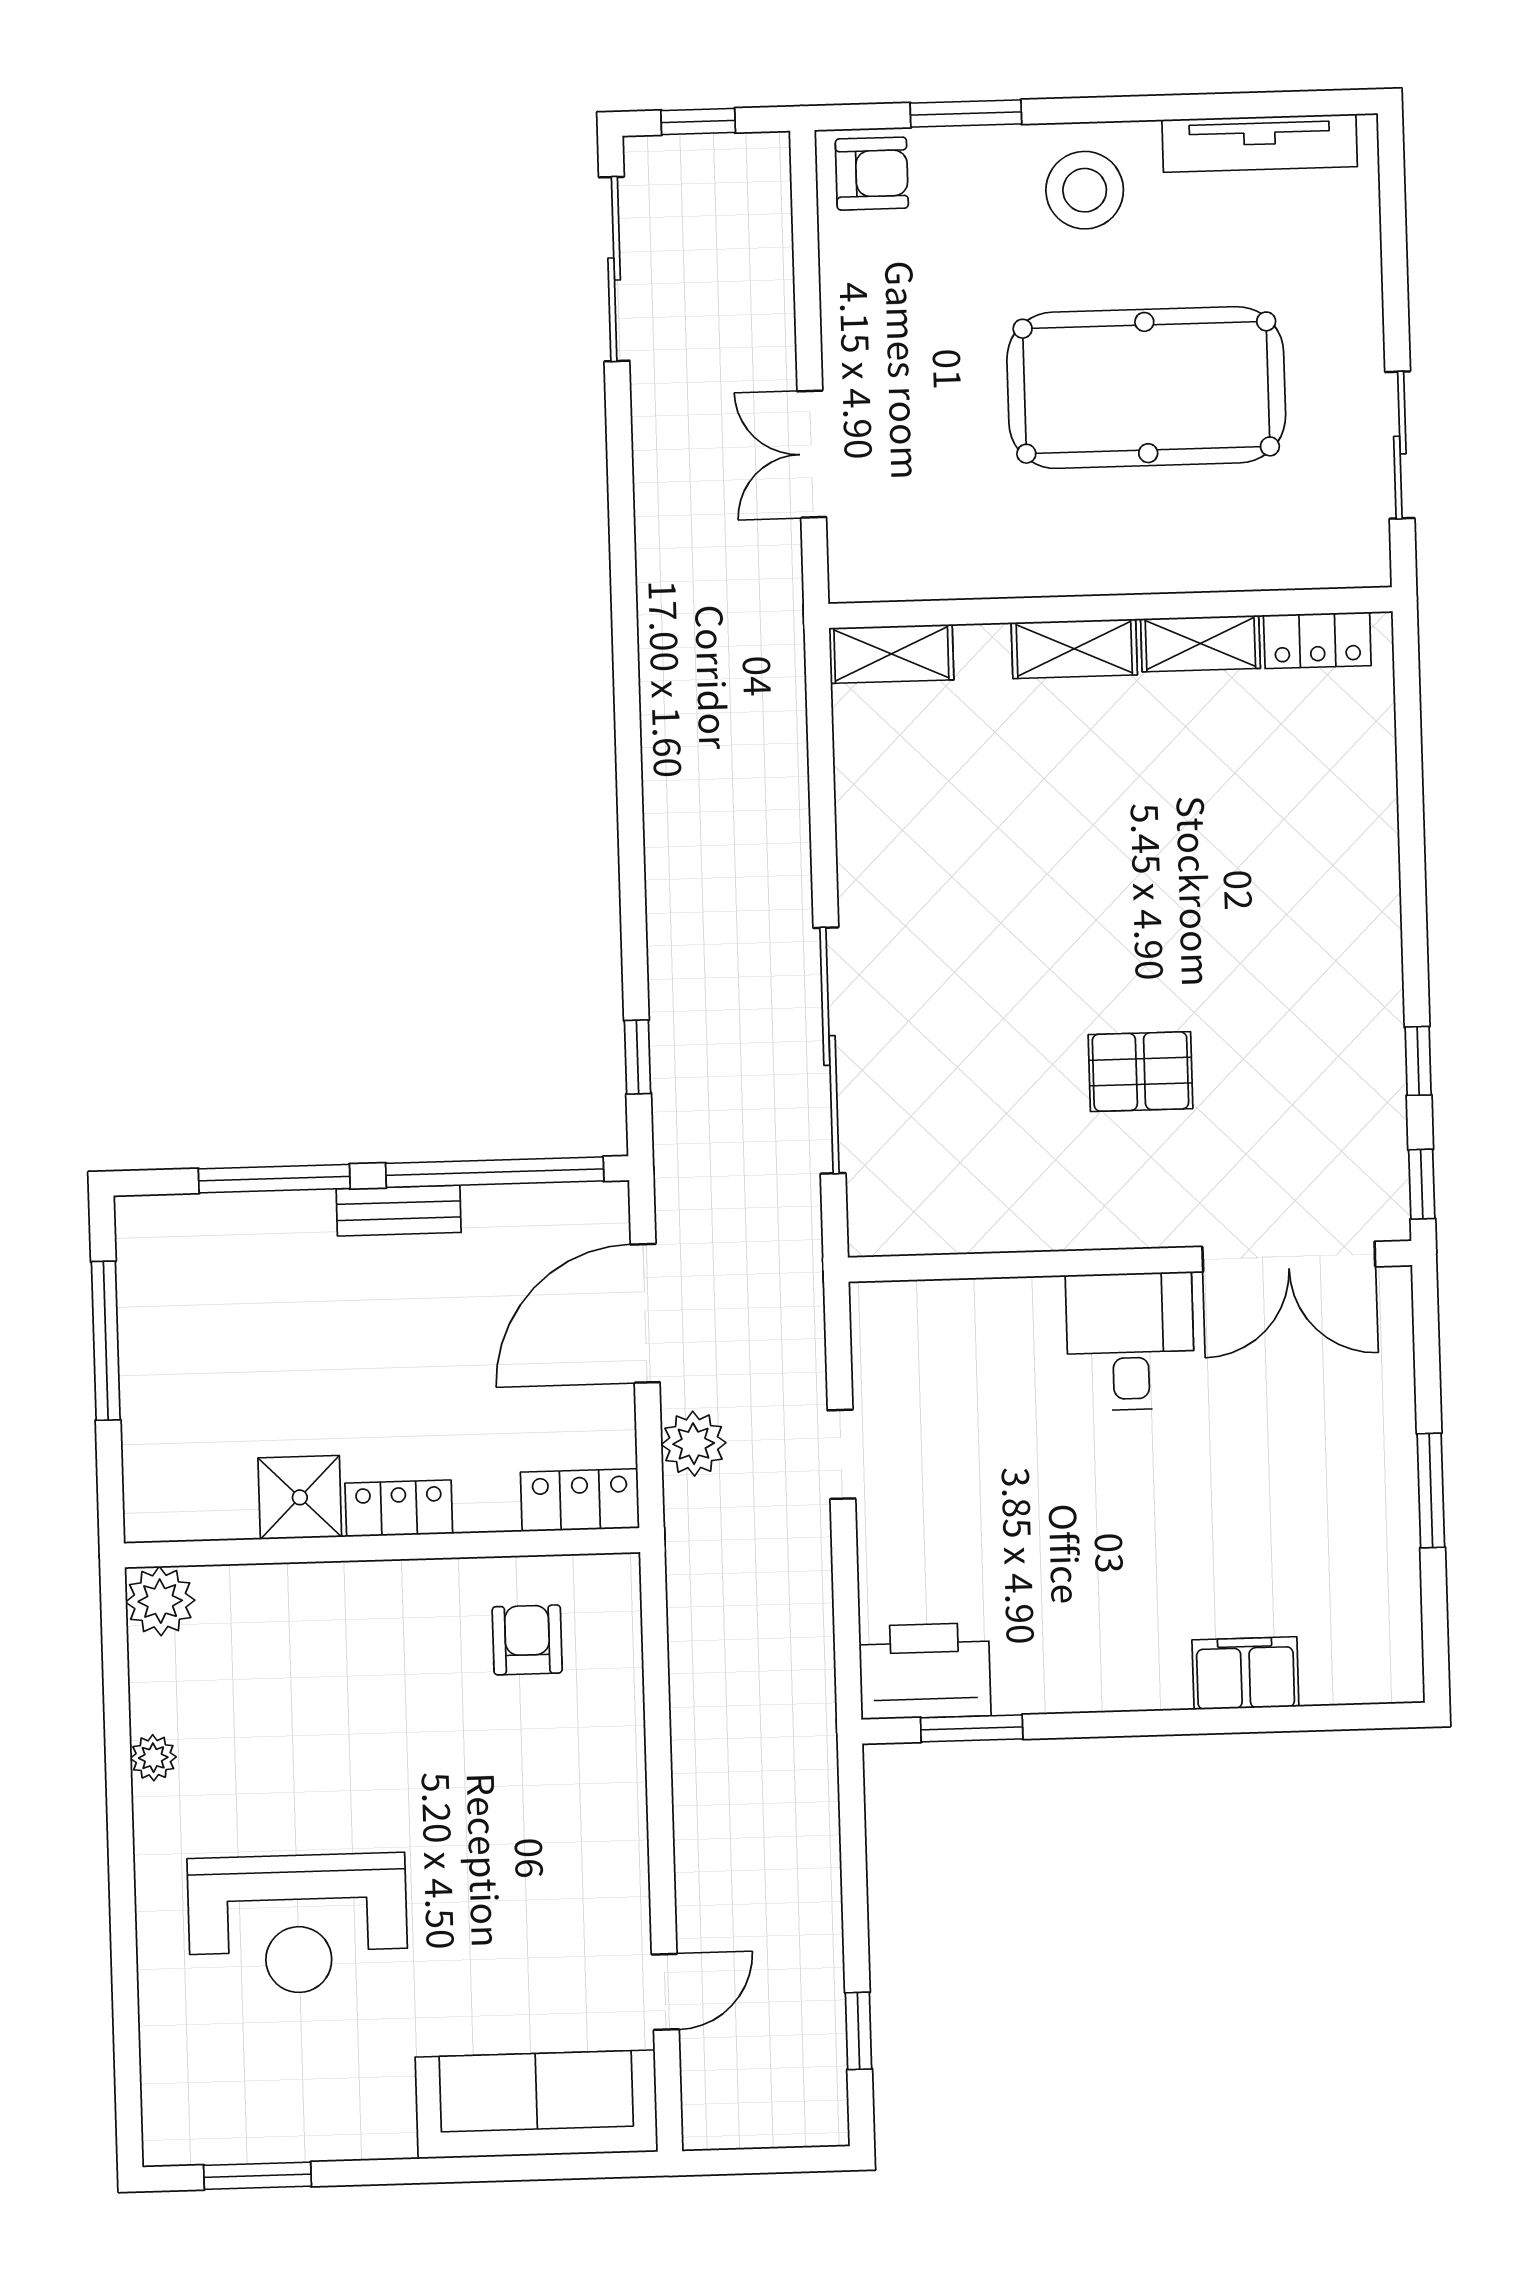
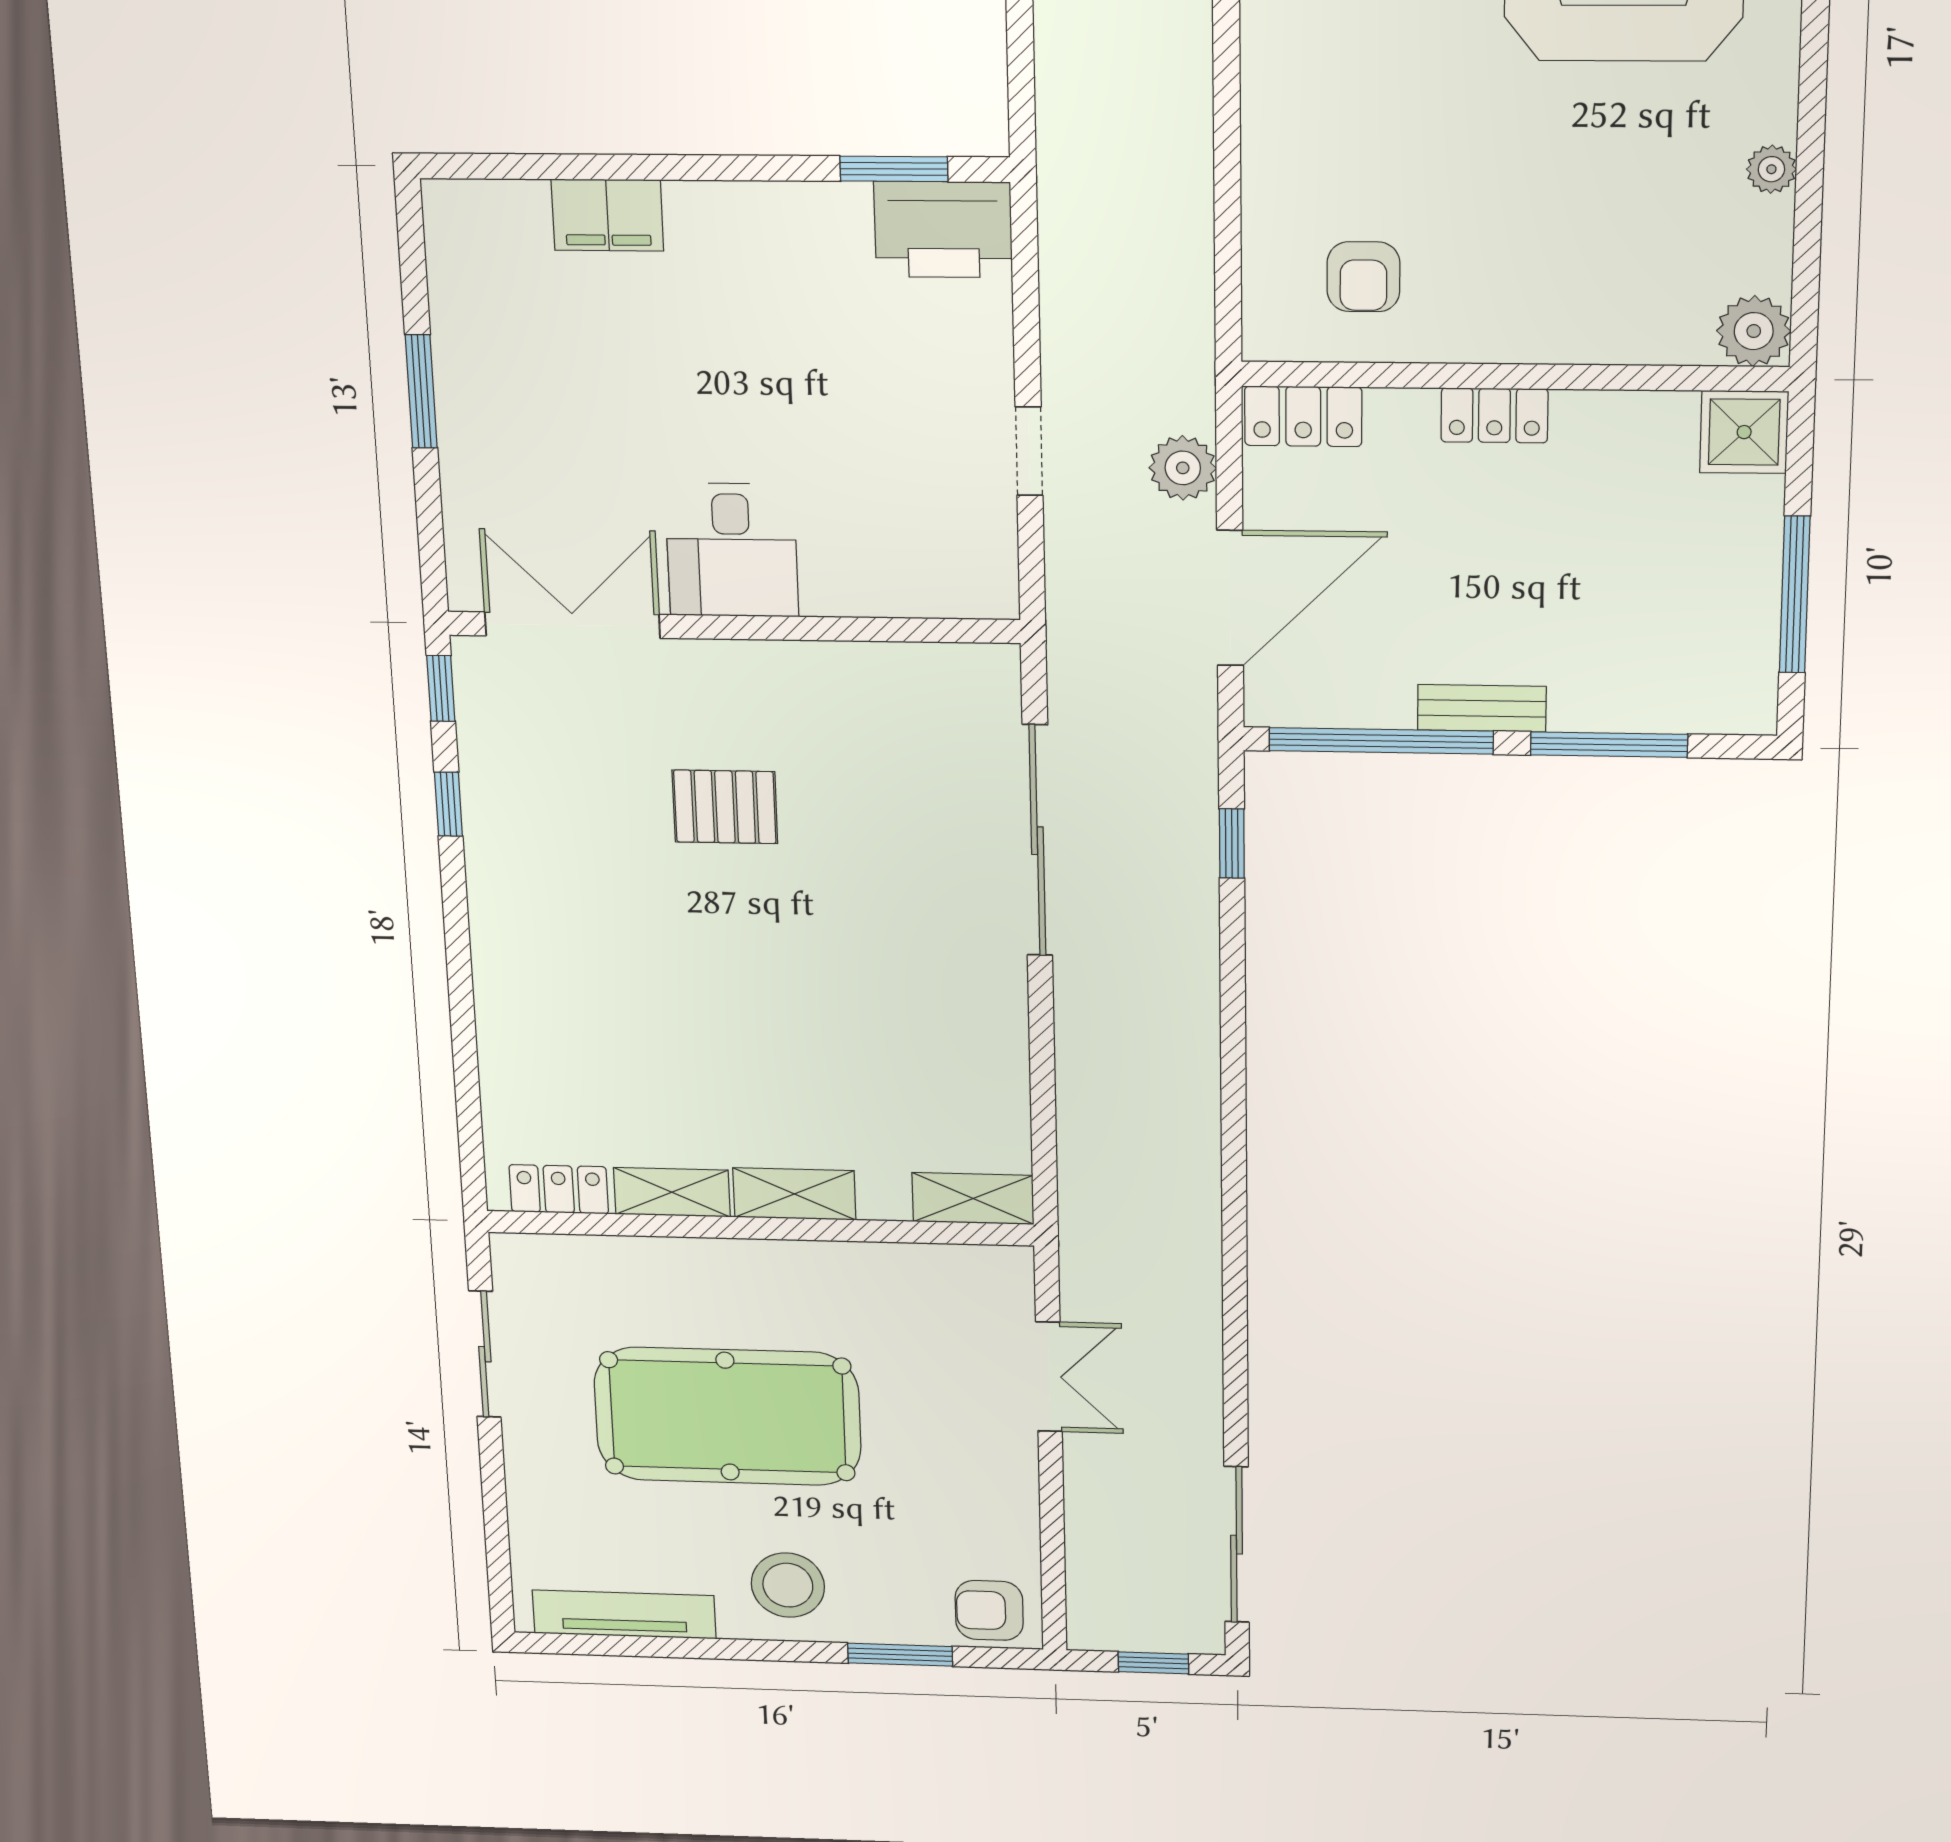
shower: (300, 1497) -> (1744, 432), moved

